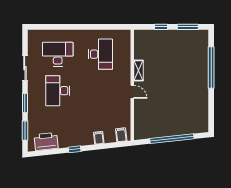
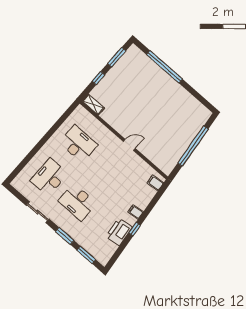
shelving: (138, 70) -> (93, 105), moved
filing cabinet: (99, 138) -> (136, 212), moved
printer: (46, 141) -> (119, 232), moved

